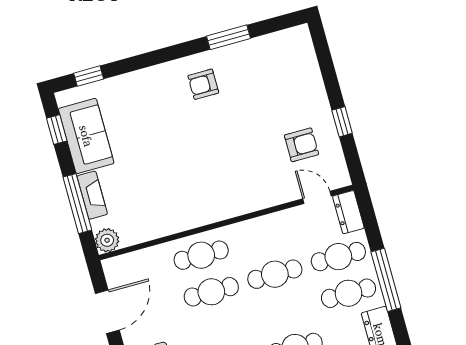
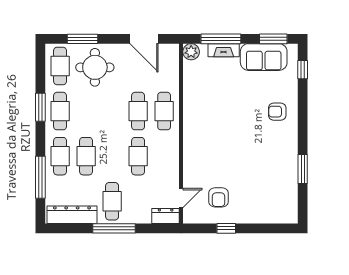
armchair: (203, 84) -> (277, 112), moved, turned -90
window: (57, 130) -> (273, 39), width x1.50
cafe table: (338, 257) -> (138, 201), removed

